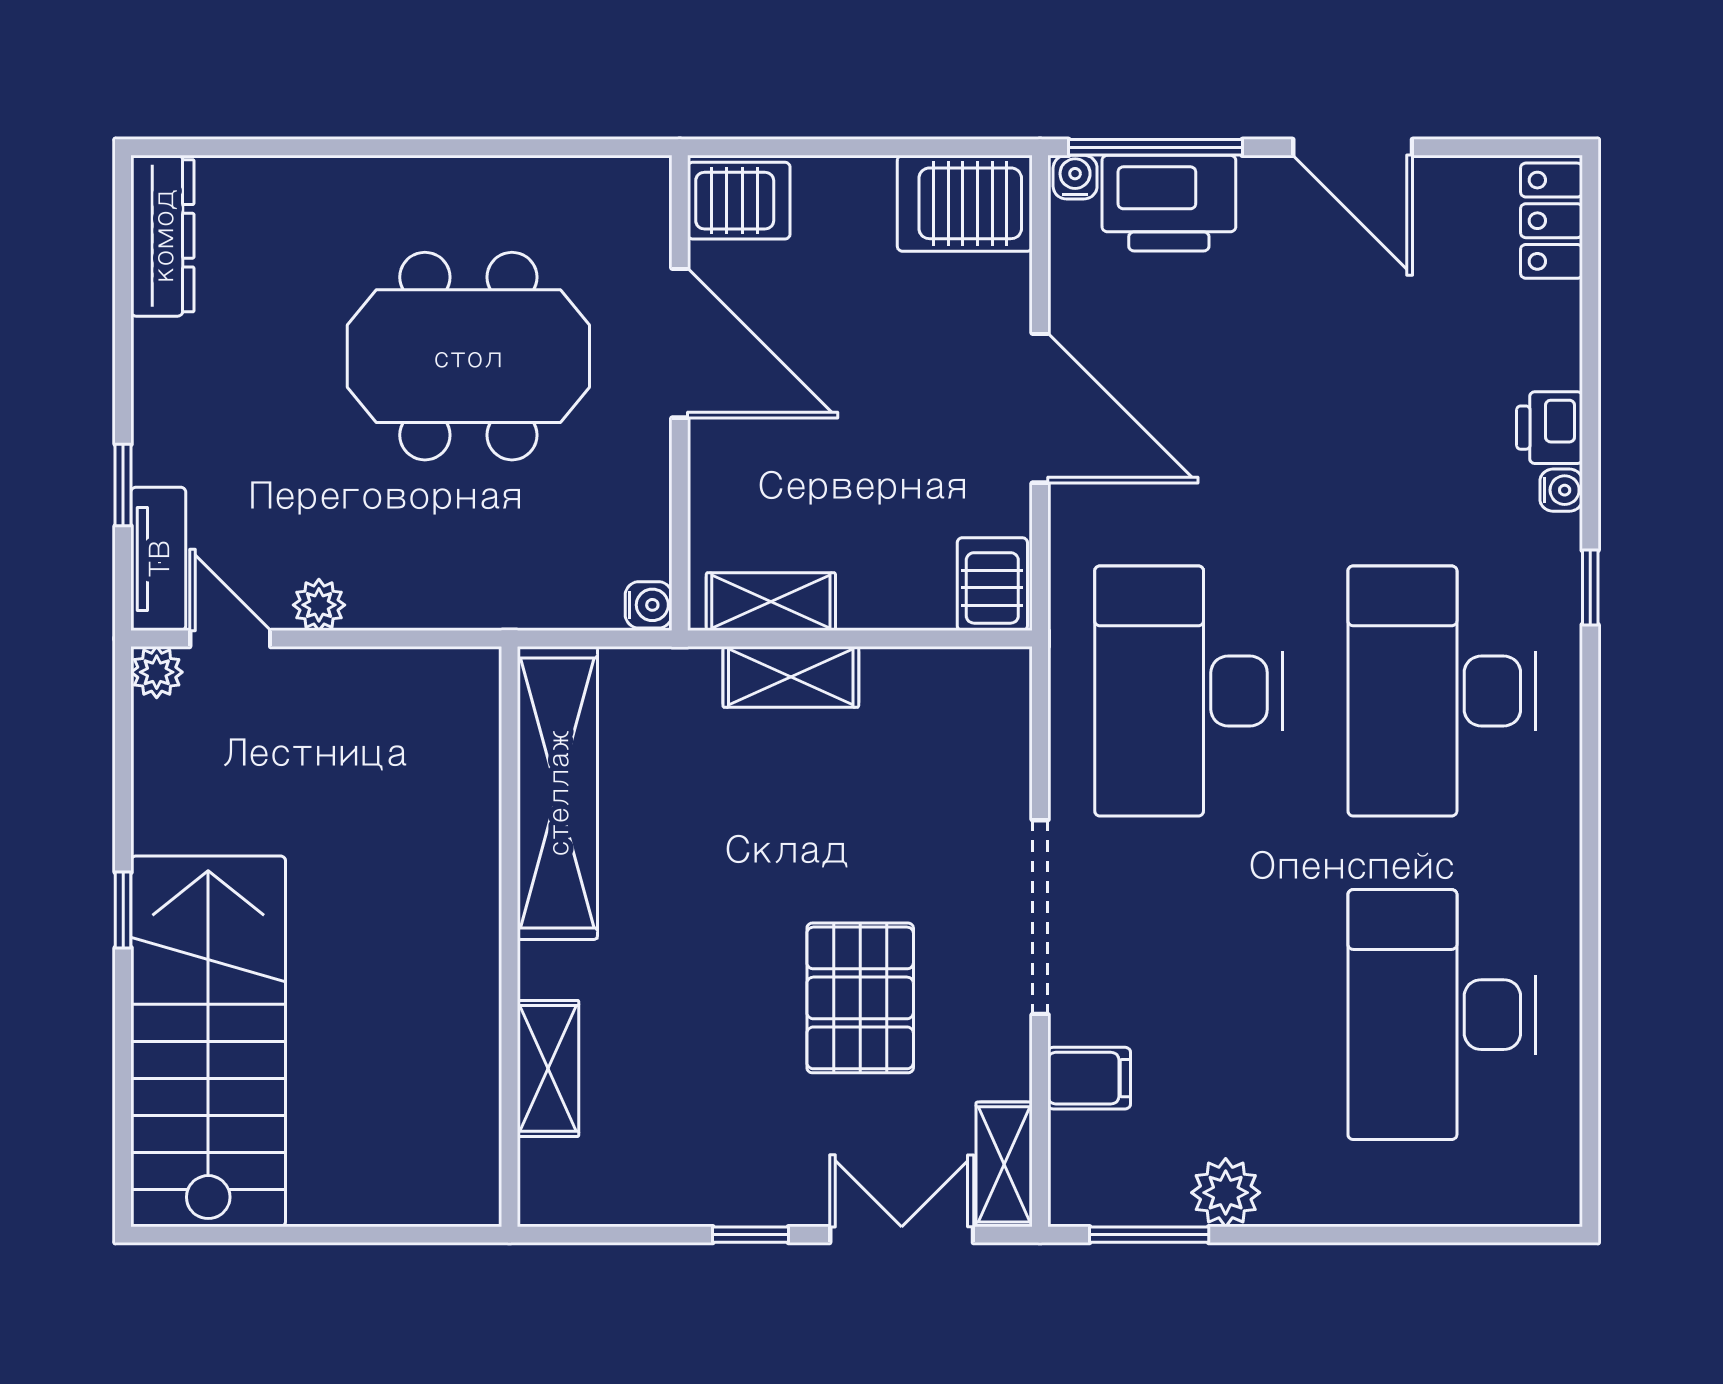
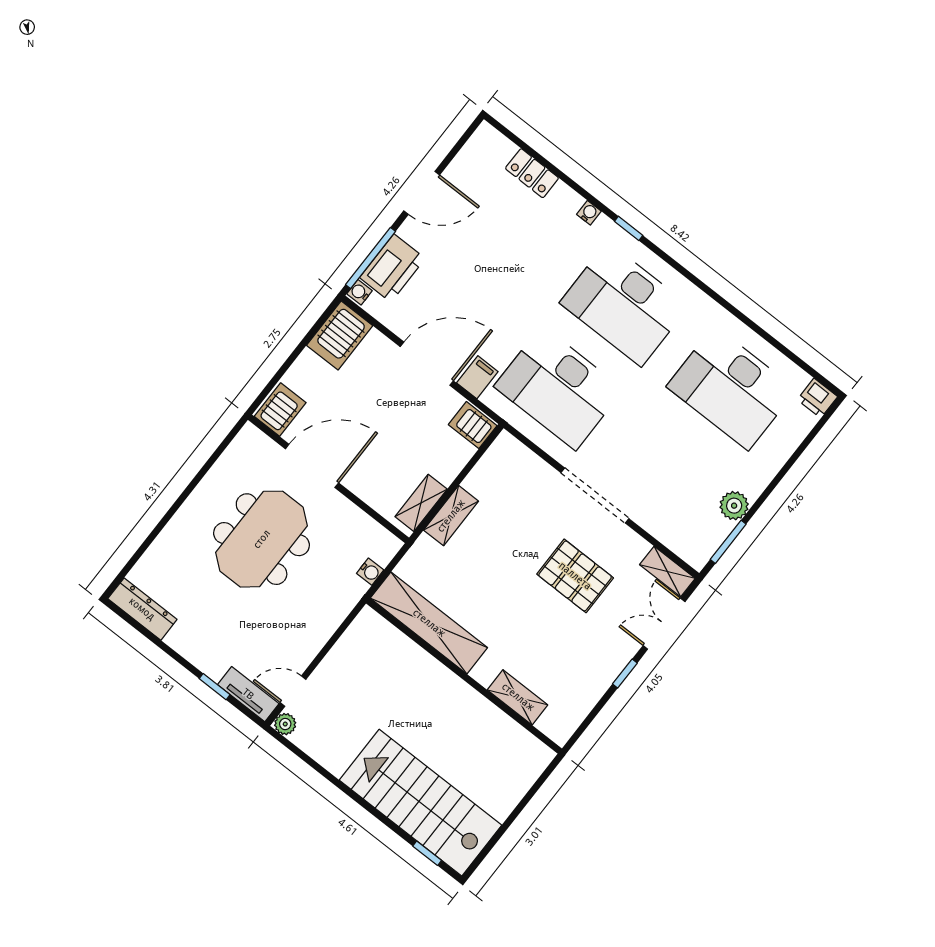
locker: (1552, 221) -> (532, 173), moved
printer: (1550, 428) -> (817, 398), moved
plant: (319, 605) -> (305, 653), removed
water cooler: (649, 605) -> (370, 572), moved, turned 90
window: (123, 910) -> (427, 853), moved
filing cabinet: (1089, 1078) -> (477, 377), moved

